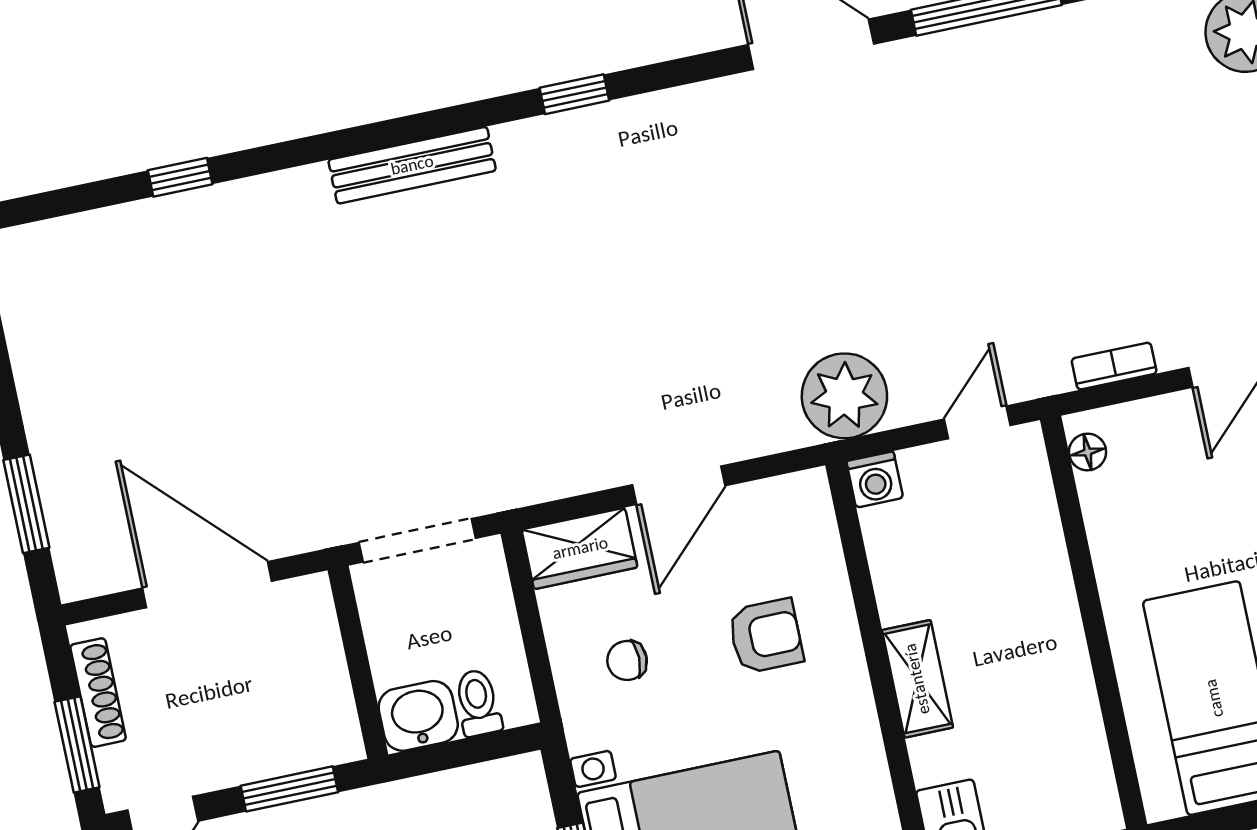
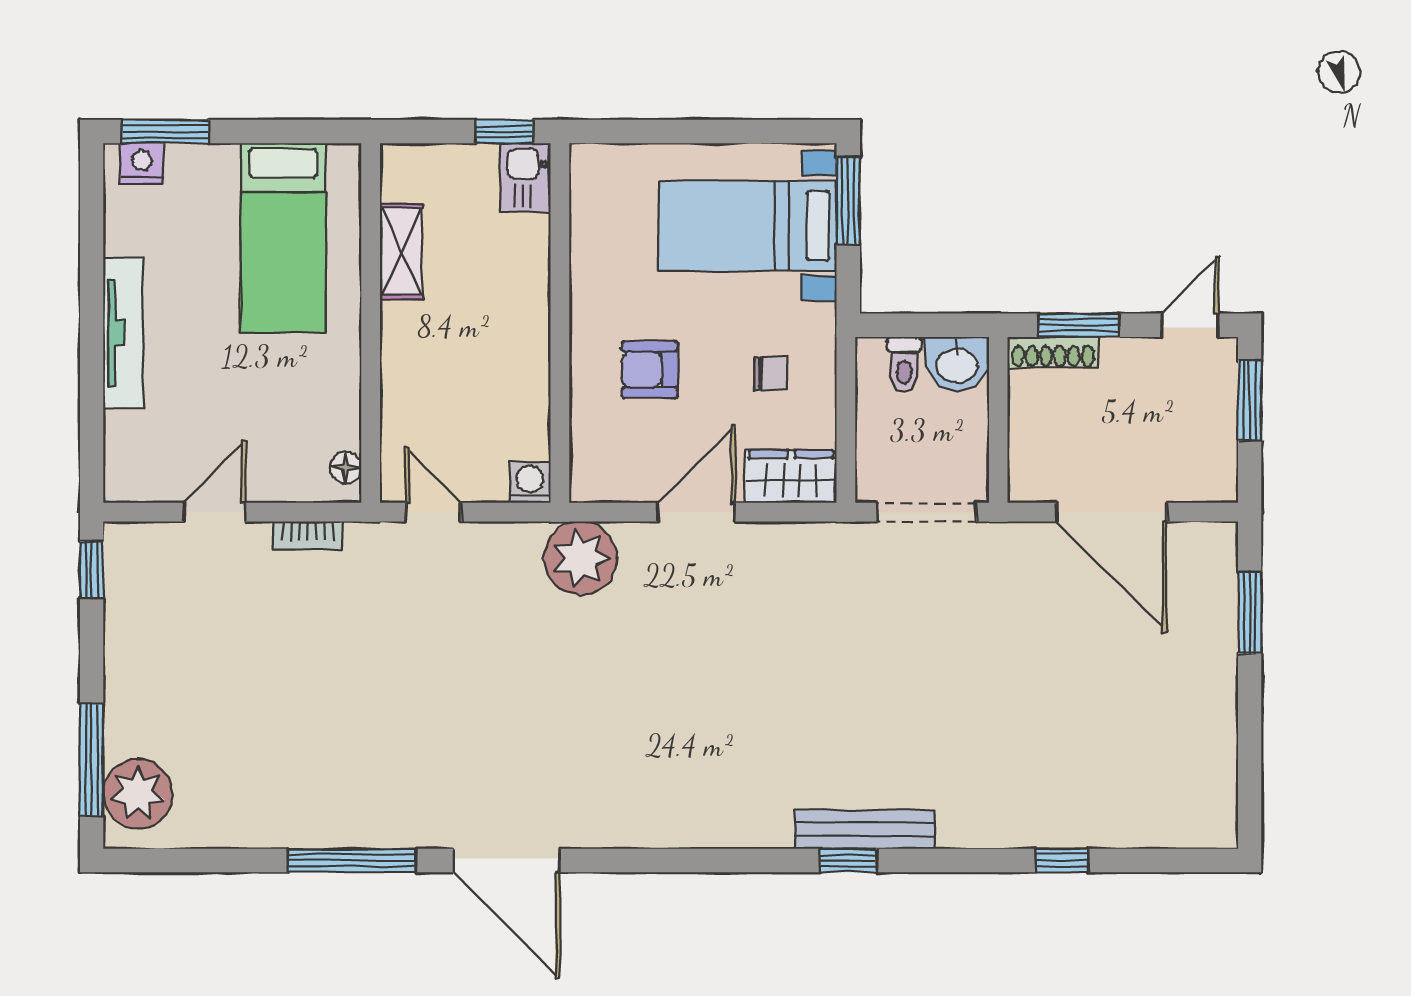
window: (574, 94) -> (848, 861), moved
plant: (844, 396) -> (580, 558), moved
door: (977, 422) -> (433, 512), swing flipped
shelving: (917, 679) -> (401, 252), moved
shoe rack: (98, 693) -> (1053, 352), moved, turned -90

